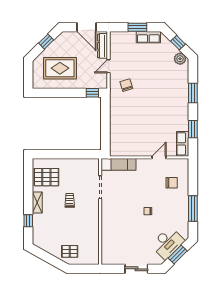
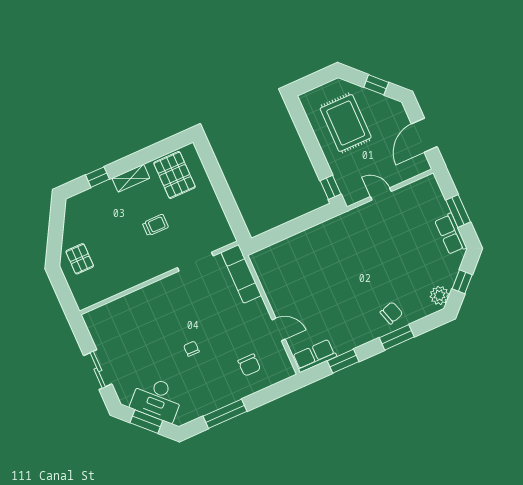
dresser: (103, 46) -> (407, 172), removed
chair: (126, 85) -> (391, 313), moved

